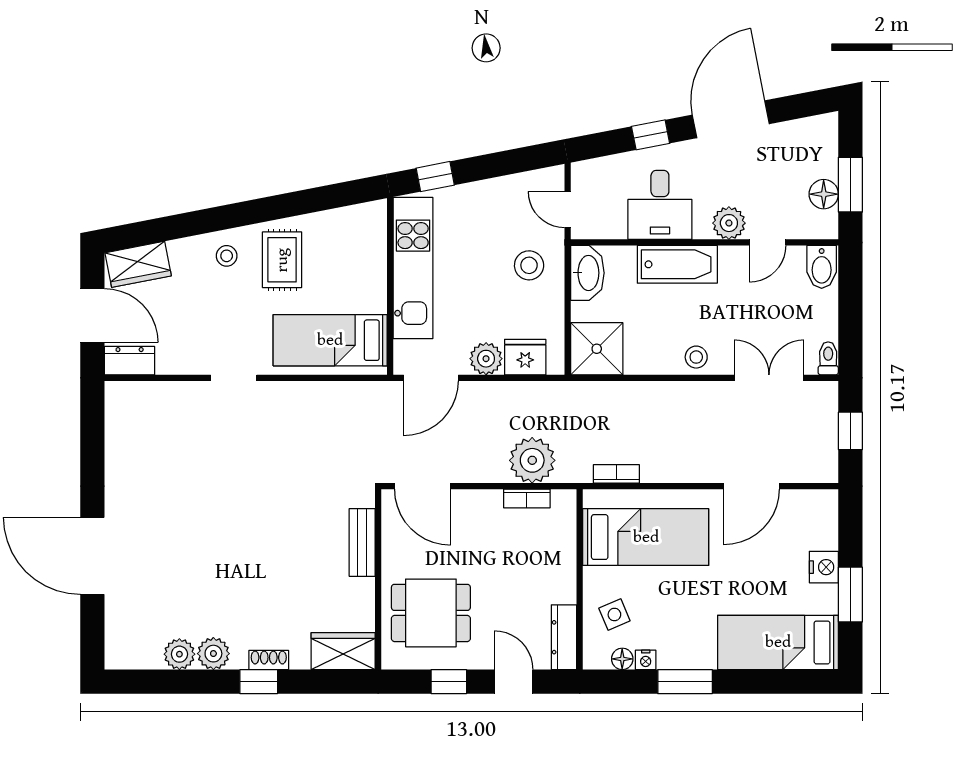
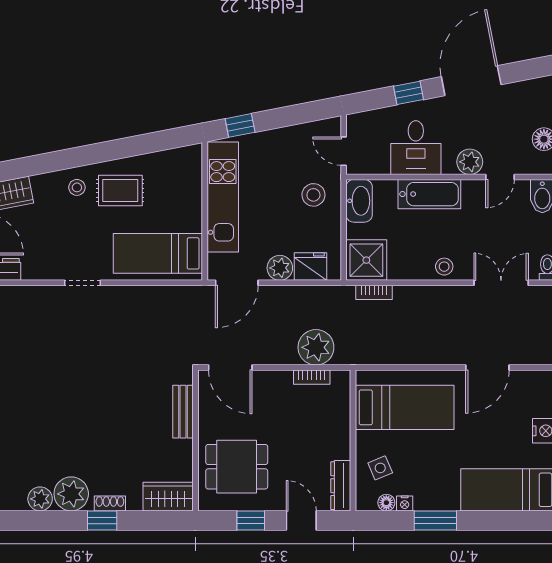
rug: (282, 260) -> (120, 191), turned 90
bookcase: (616, 474) -> (374, 292), moved, turned 180
plant: (213, 654) -> (71, 494), width x1.36, depth x1.36

